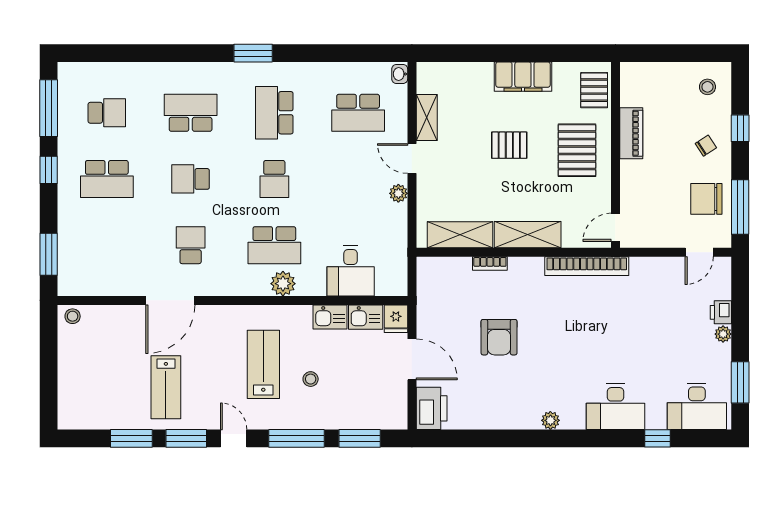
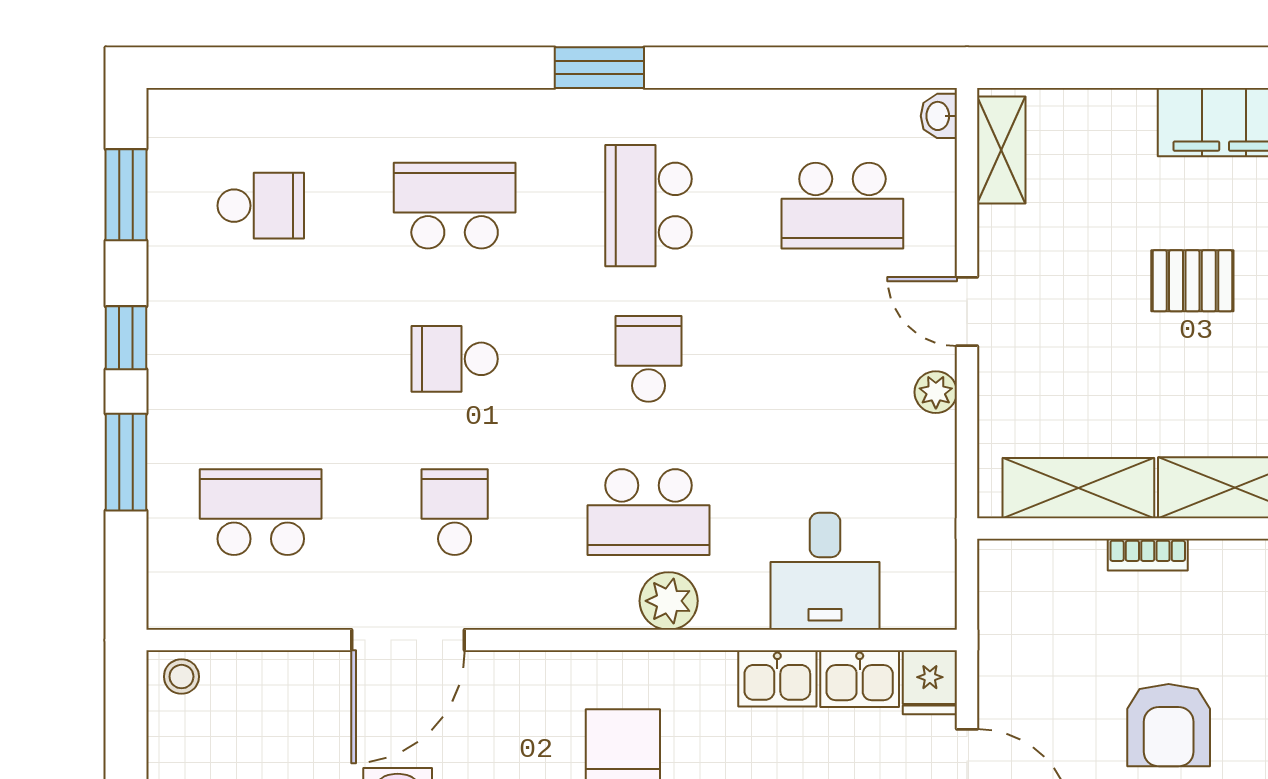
window: (49, 108) -> (126, 195), width x0.69
shelving: (427, 117) -> (1001, 150), moved
school desk: (107, 179) -> (261, 512), moved, turned 180
school desk: (274, 179) -> (649, 359), turned 180
window: (49, 254) -> (126, 462), moved

